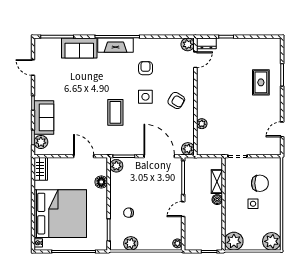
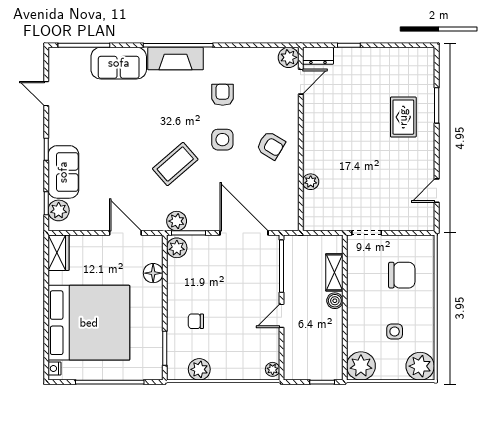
coffee table: (115, 112) -> (175, 164), turned 49
plant: (188, 149) -> (177, 221), moved
side table: (253, 204) -> (395, 332), moved

